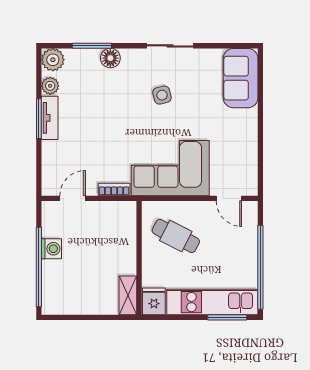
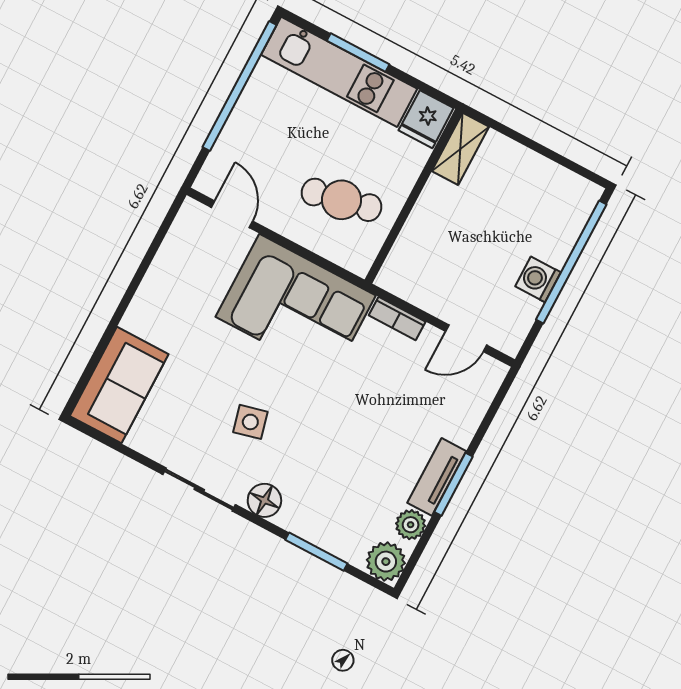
floor lamp: (110, 58) -> (264, 500), moved
cafe table: (176, 236) -> (342, 200), turned -39
window: (227, 317) -> (358, 53), moved

